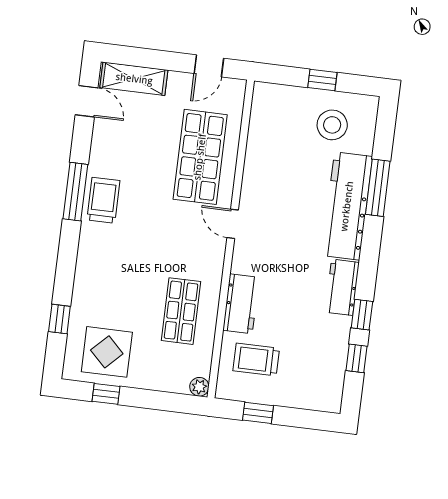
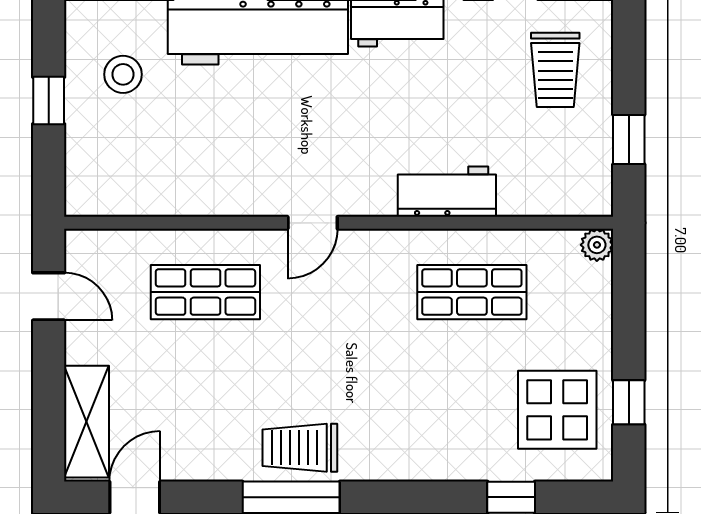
stool: (332, 125) -> (123, 74), width x0.73, depth x0.73
shop shelf: (200, 157) -> (205, 292), width x0.70, depth x0.74
trolley: (256, 360) -> (555, 70), moved

